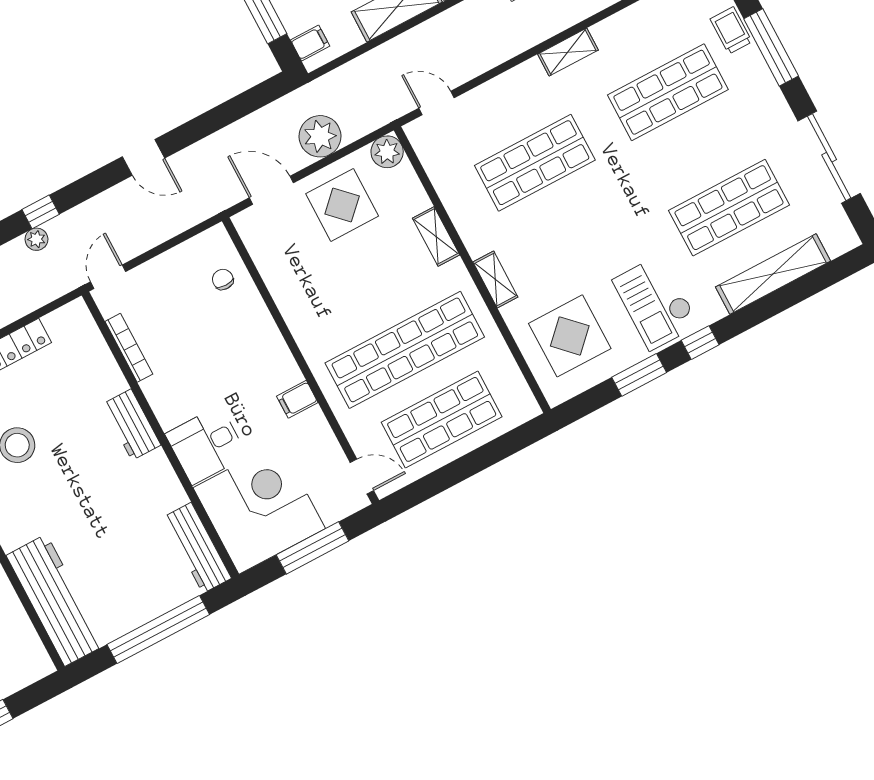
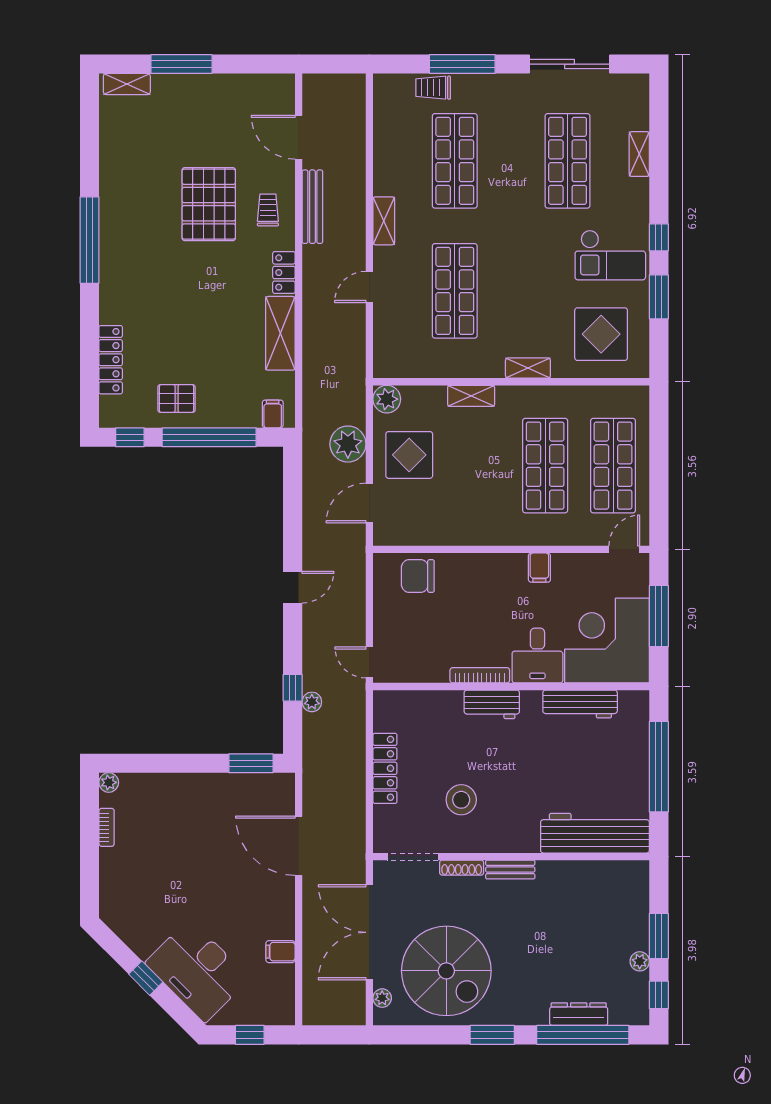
door: (436, 103) -> (369, 287), moved
shelving: (773, 274) -> (639, 154), width x0.45, depth x0.75
chair: (223, 279) -> (418, 576), width x1.87, depth x1.87
bookcase: (129, 348) -> (480, 675), moved
shop shelf: (405, 350) -> (545, 466), width x0.71
workbench: (197, 548) -> (580, 704), moved

